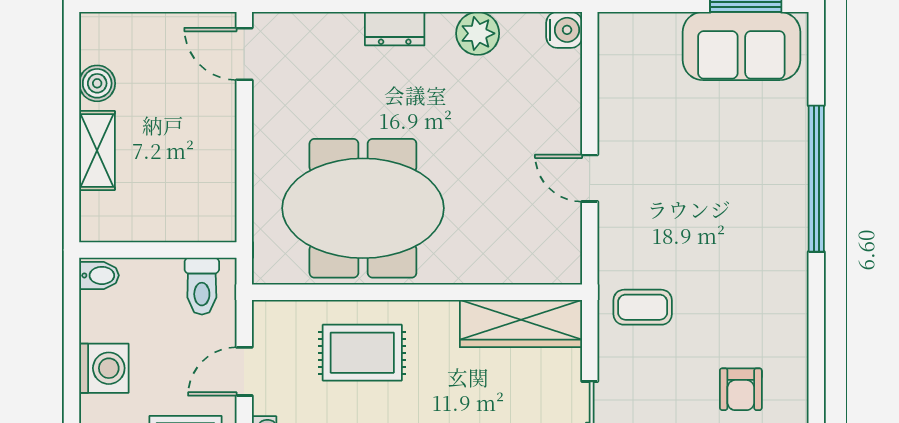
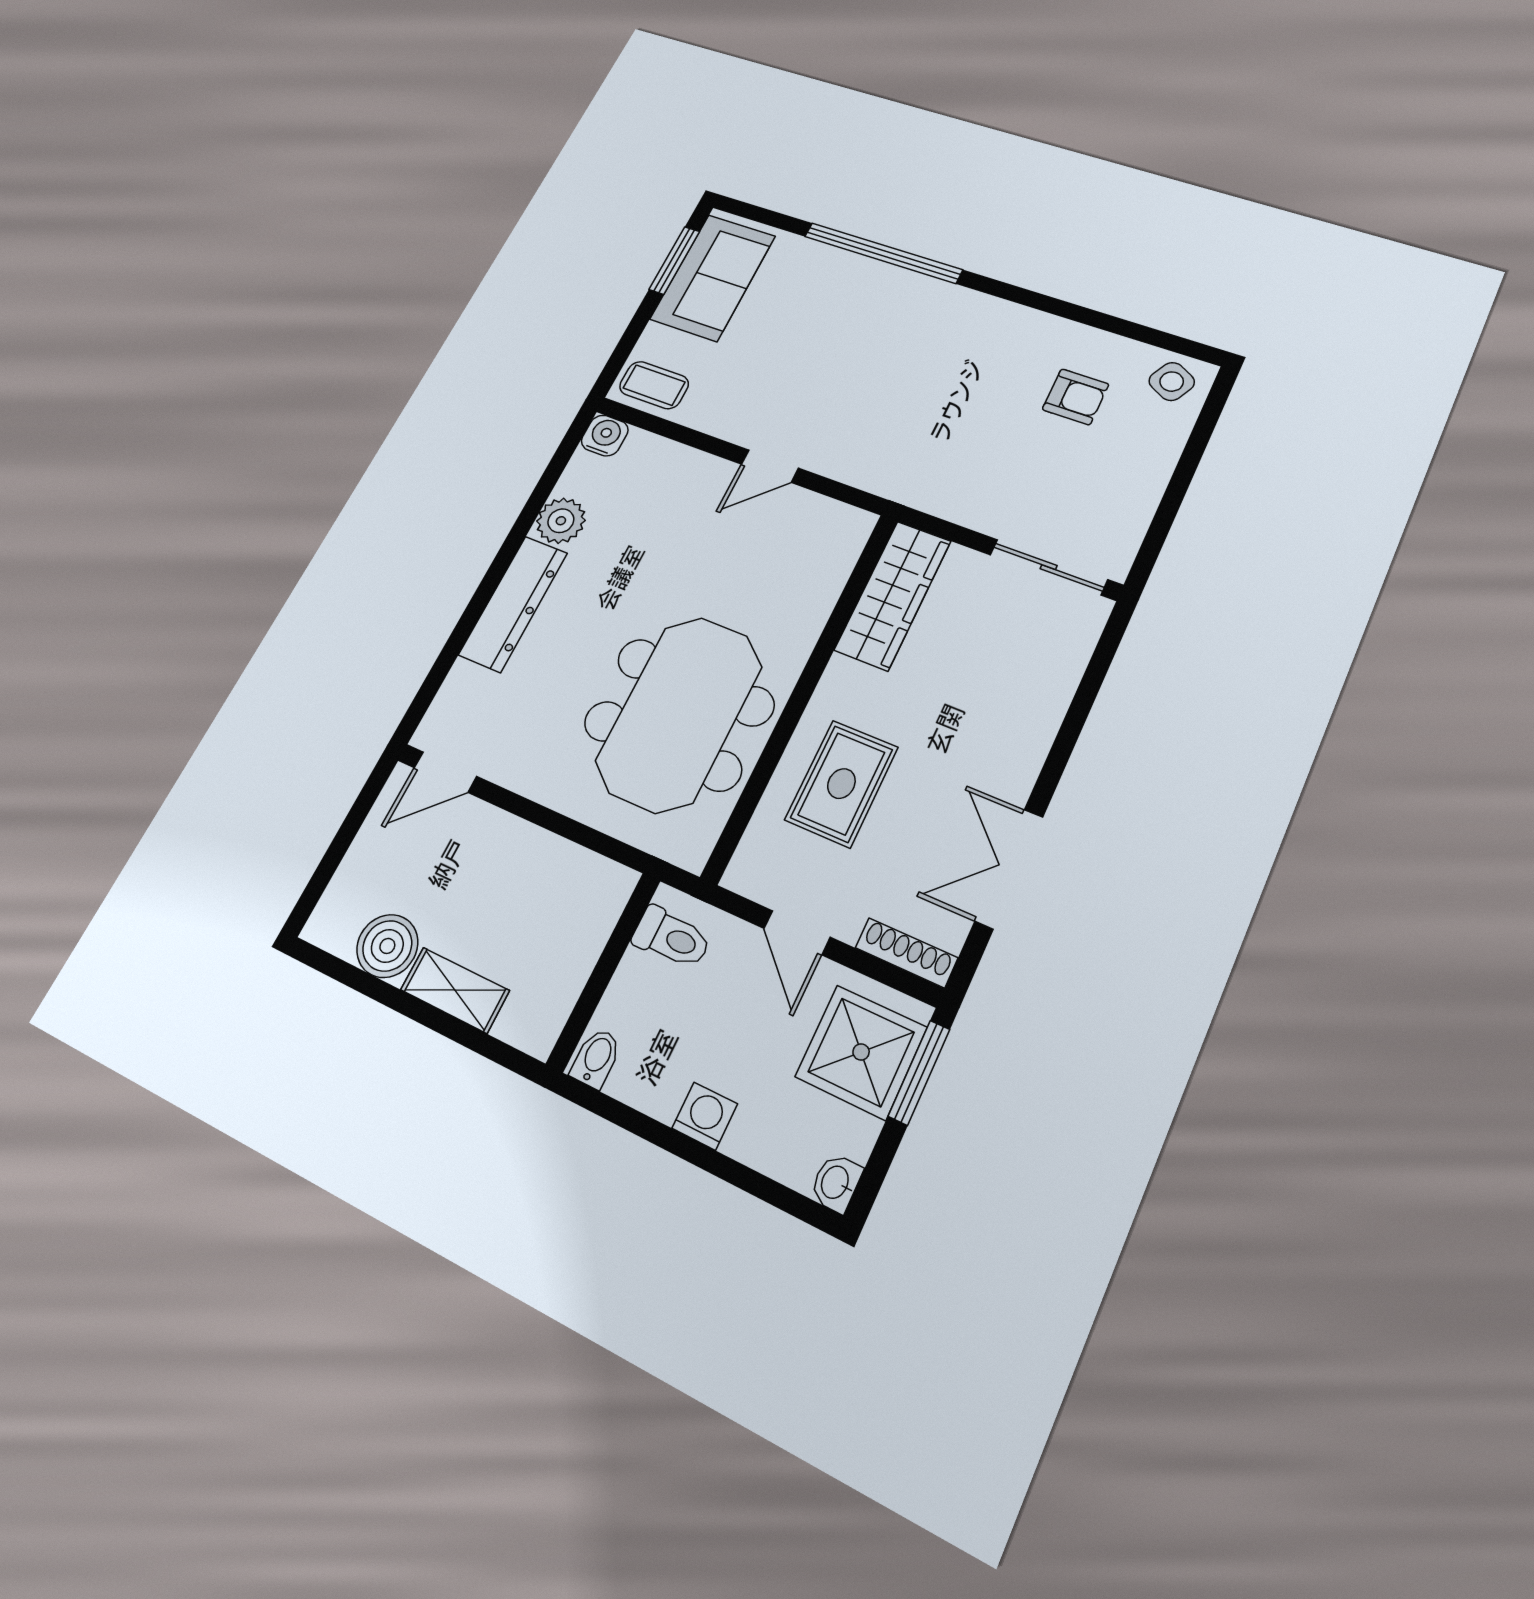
dresser: (395, 29) -> (513, 604), width x1.96, depth x1.24
boiler: (97, 83) -> (387, 946), width x1.36, depth x1.36
coffee table: (643, 307) -> (654, 385), moved, turned 90
washing machine: (104, 368) -> (705, 1116), width x0.73, depth x0.73

